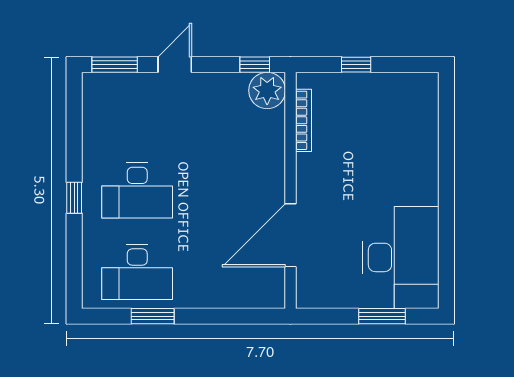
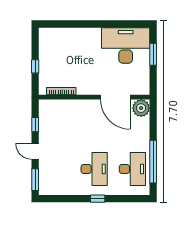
window: (255, 65) -> (35, 125), moved
plant: (267, 90) -> (141, 108), moved
window: (153, 316) -> (153, 162), width x2.11

